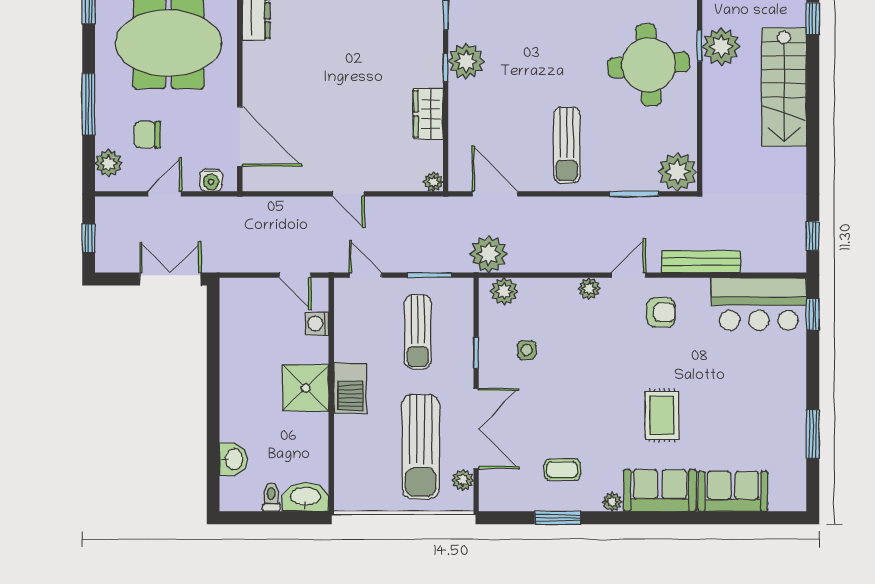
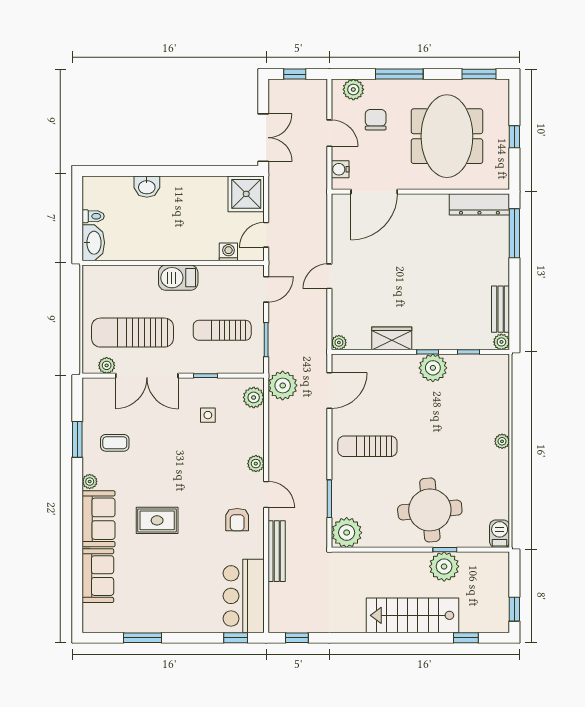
shower: (306, 388) -> (246, 194), moved
washbasin: (233, 459) -> (147, 187), moved
coffee table: (562, 470) -> (115, 443), turned 90

